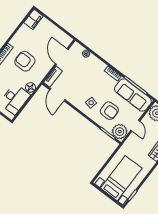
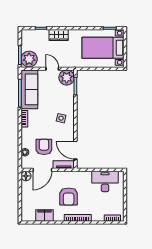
filing cabinet: (33, 19) -> (45, 215), moved
floor lamp: (30, 87) -> (26, 176), moved
door: (57, 95) -> (75, 150), swing flipped
armchair: (109, 111) -> (44, 147), moved
door: (135, 126) -> (52, 69), hinge flipped

